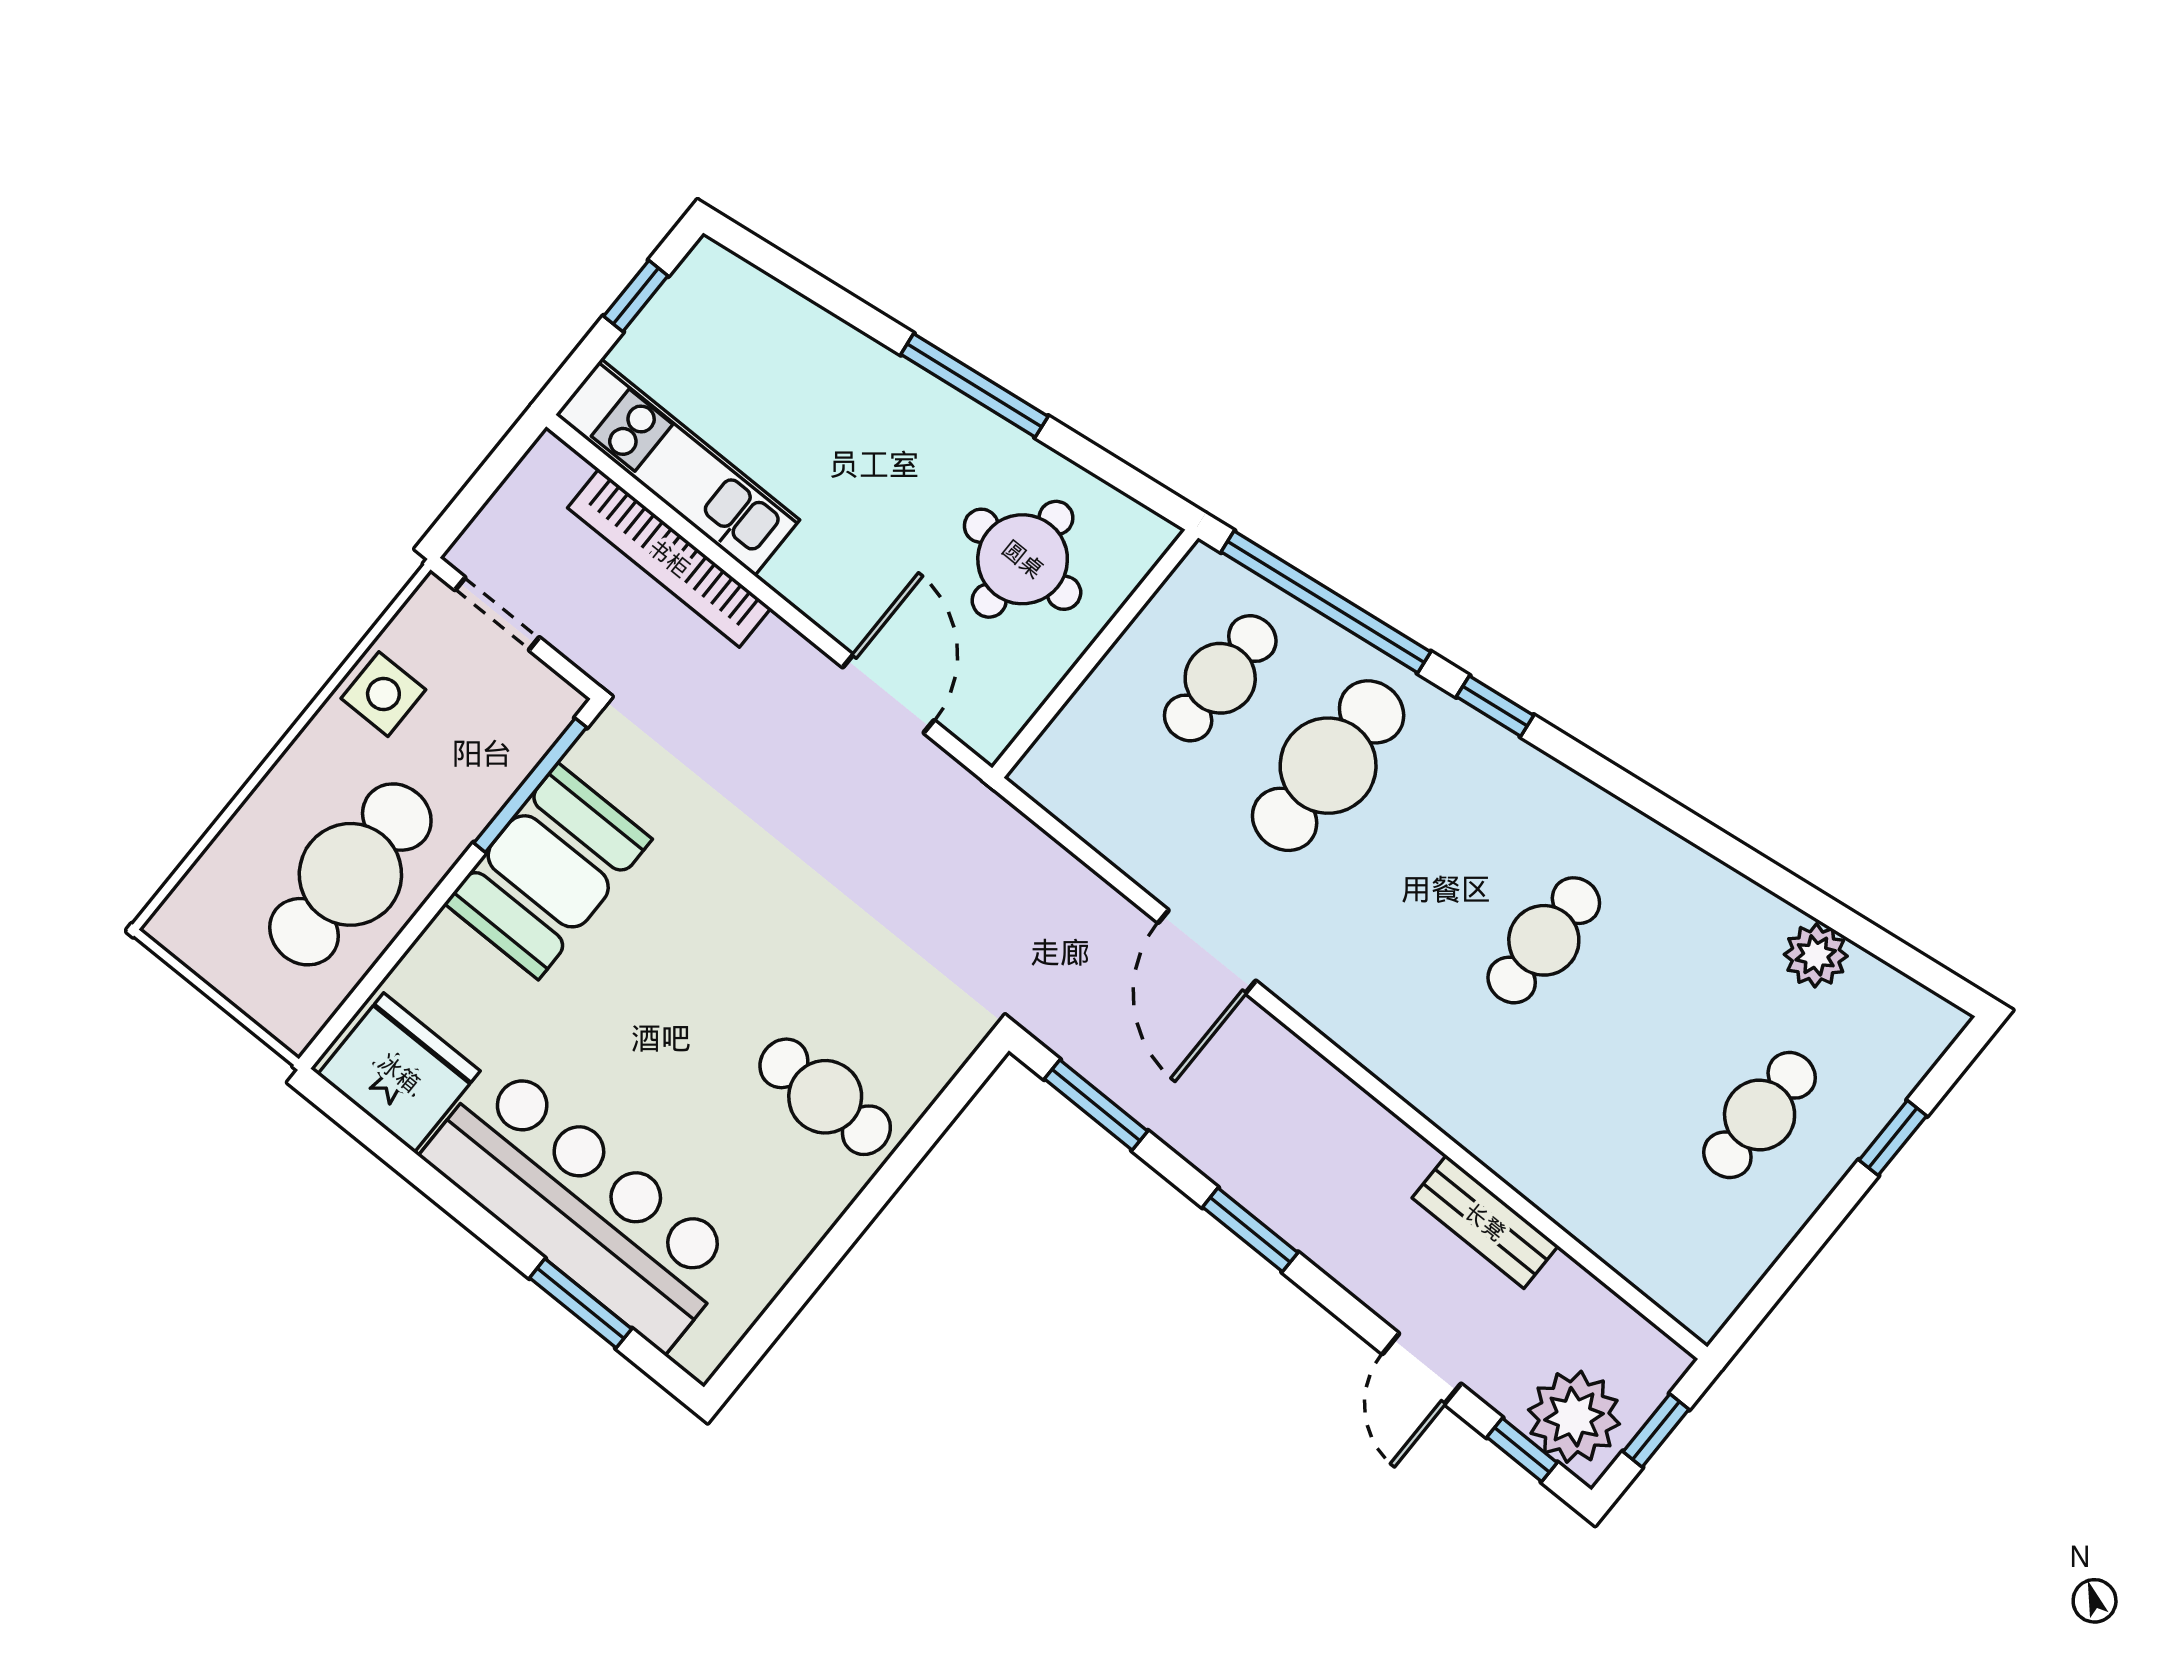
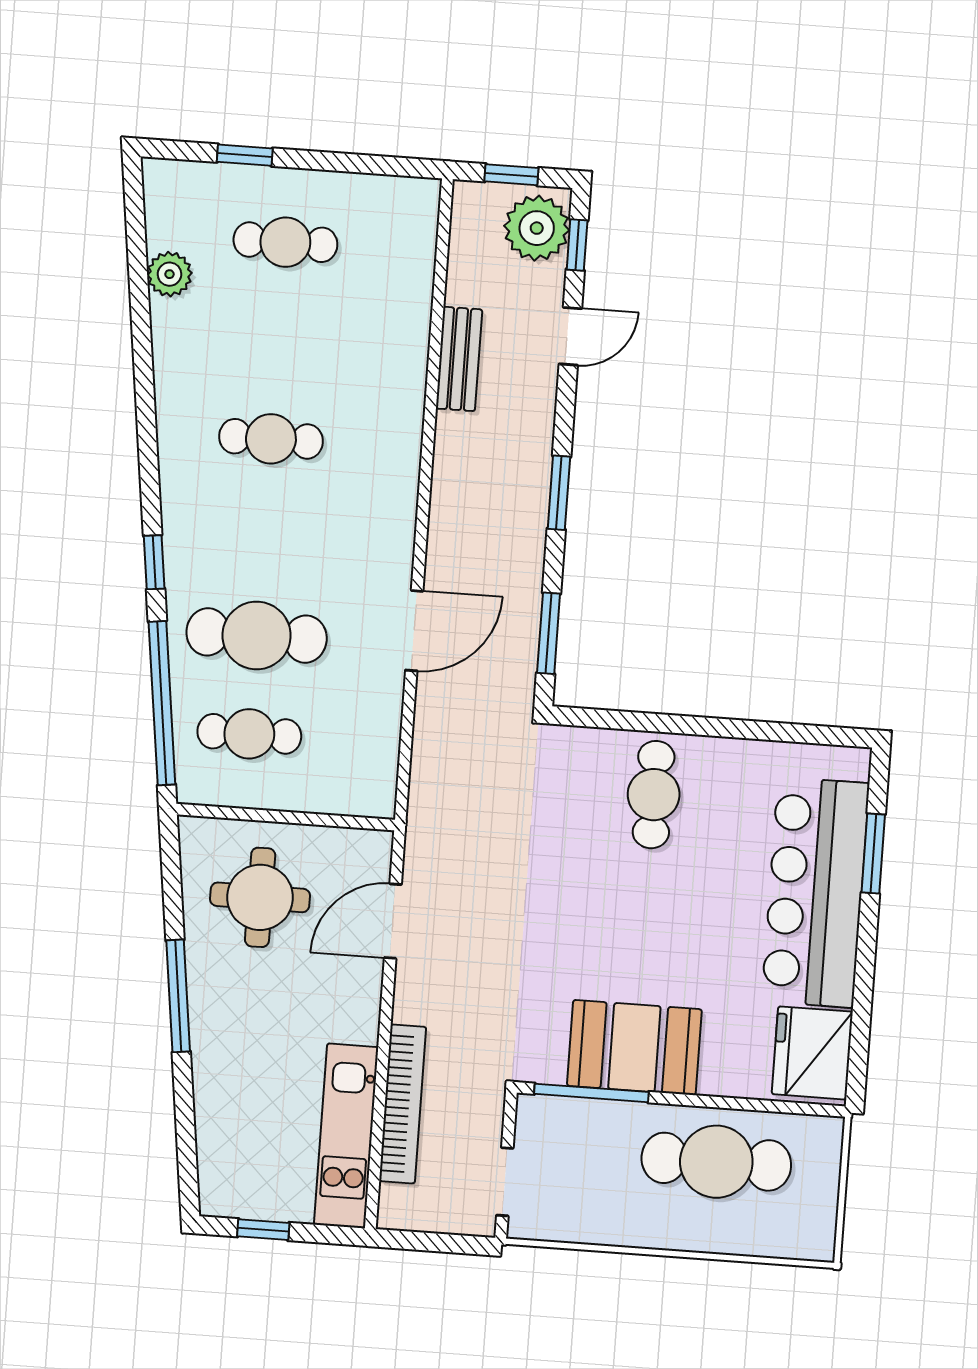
side table: (383, 694) -> (598, 1216), removed

